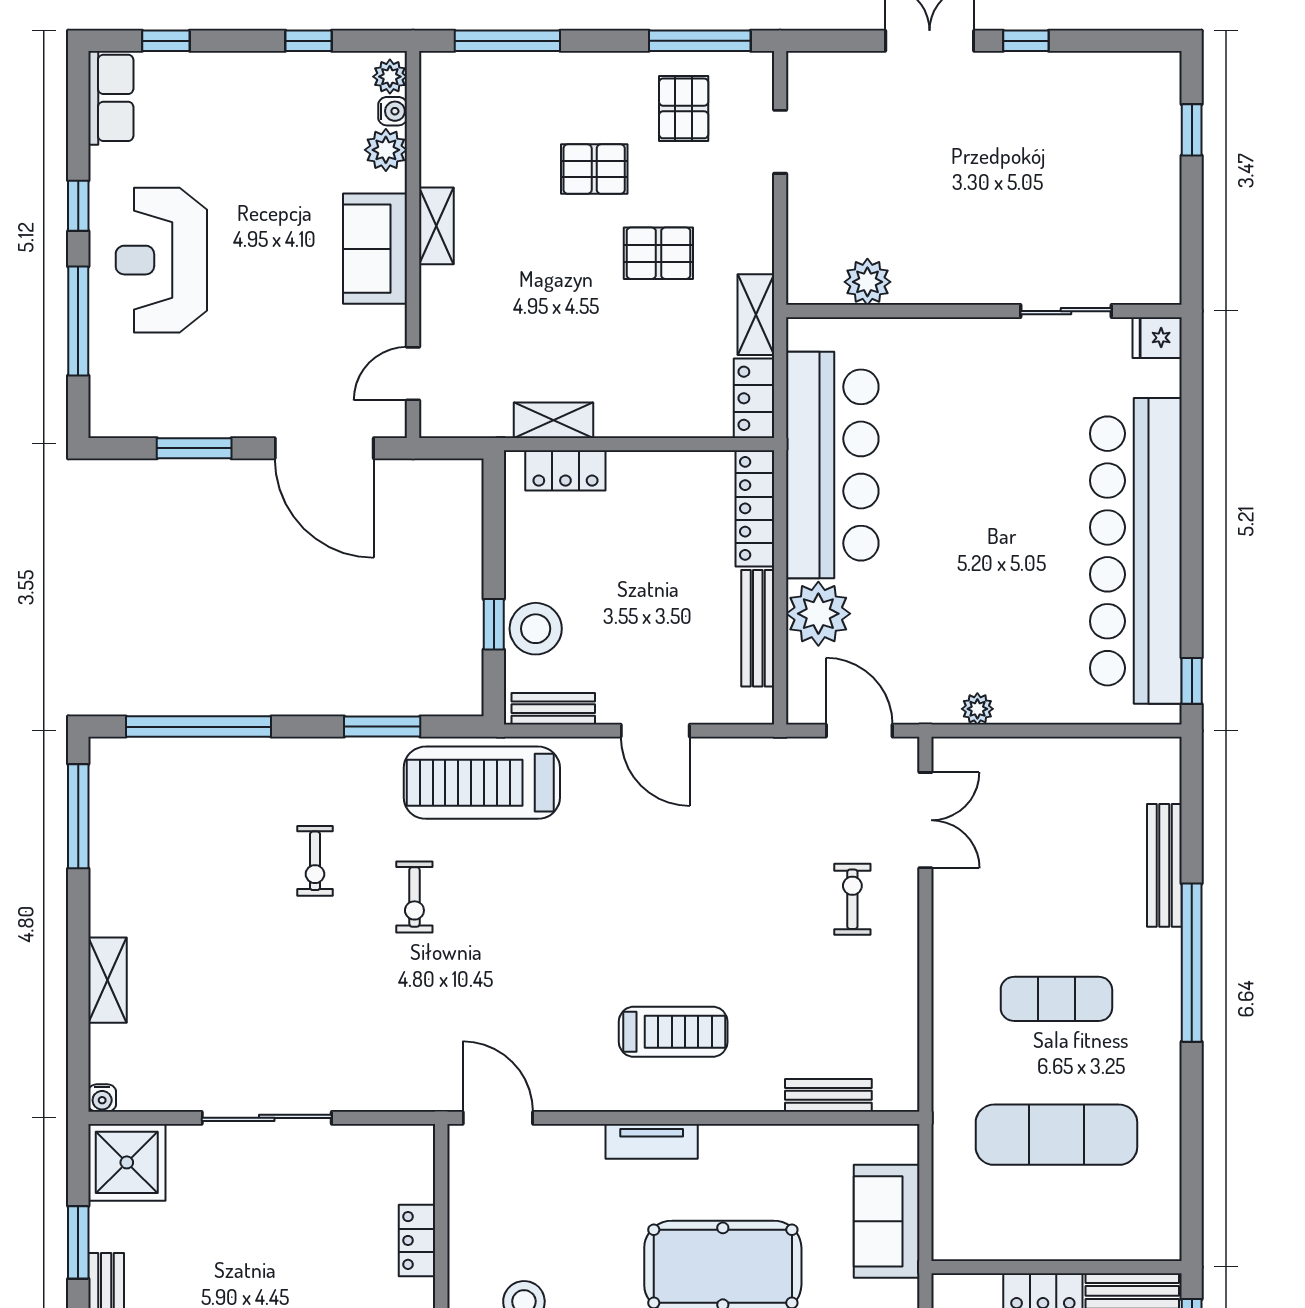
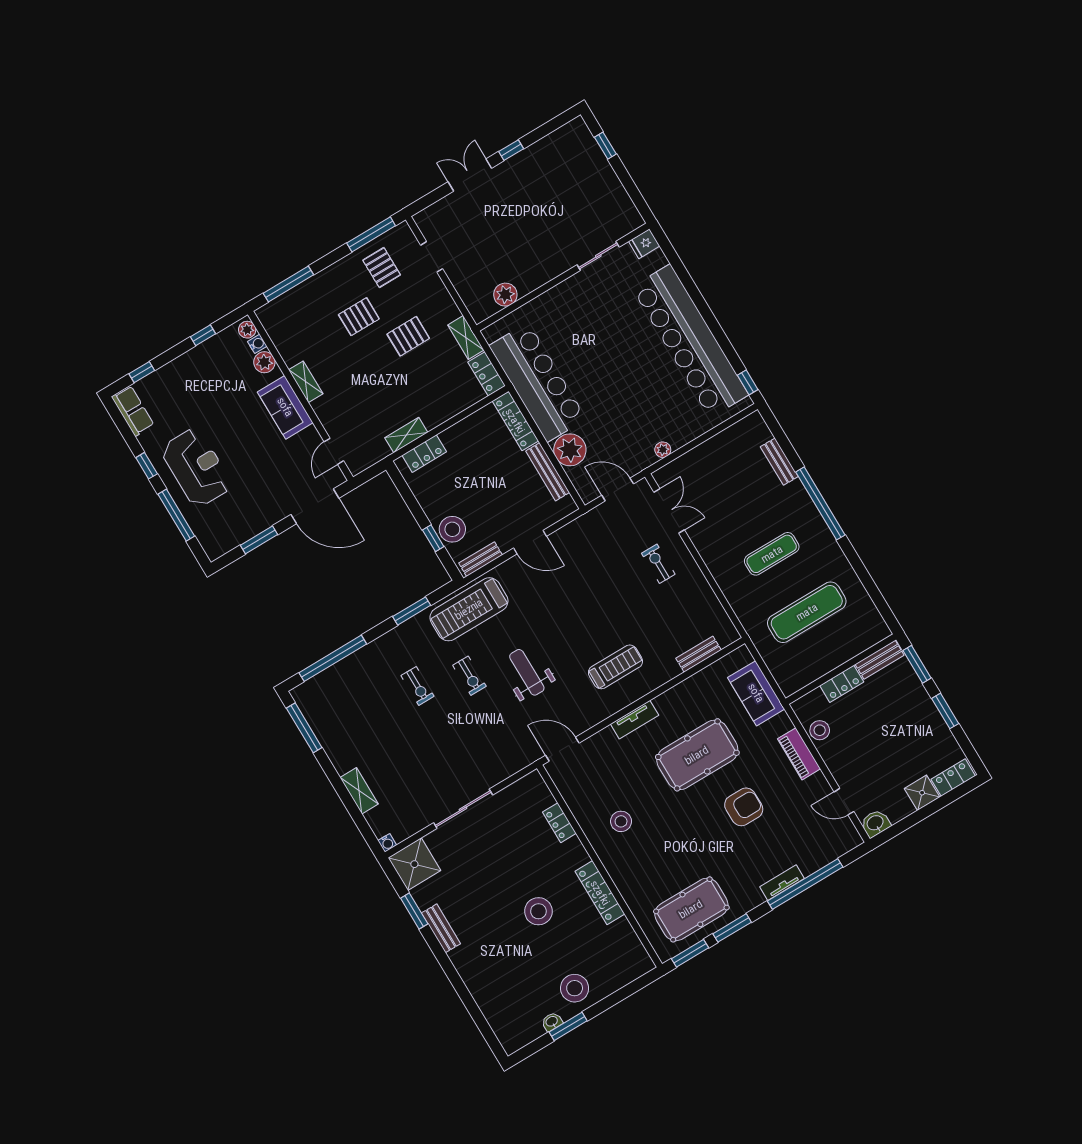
reception desk: (161, 260) -> (196, 467), turned 180
bench: (1164, 865) -> (779, 462), width x0.73
weight bench: (516, 950) -> (527, 672), added

